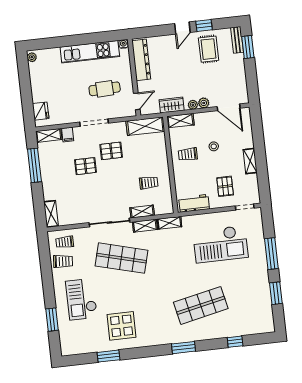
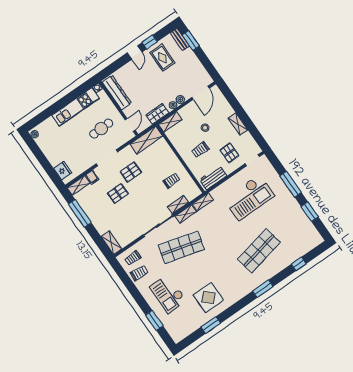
door: (229, 107) -> (201, 93), hinge flipped
trolley: (188, 154) -> (200, 150), moved

